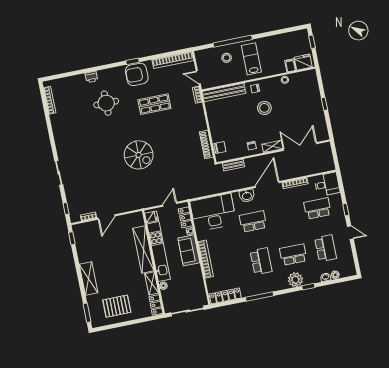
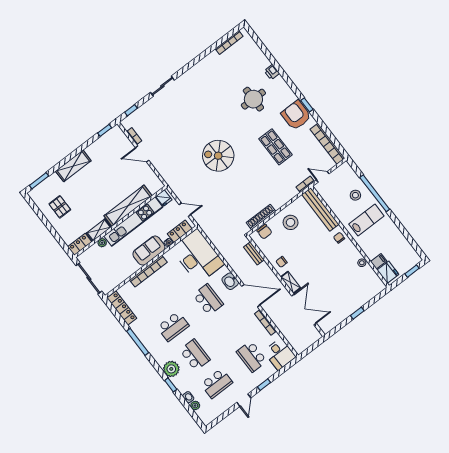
door: (198, 77) -> (323, 177), hinge flipped
stool: (264, 108) -> (291, 222), moved
spiral stairs: (139, 155) -> (218, 156), turned 90
school desk: (318, 208) -> (252, 356), turned 180
pallet: (117, 306) -> (60, 207), width x0.67, depth x0.71

